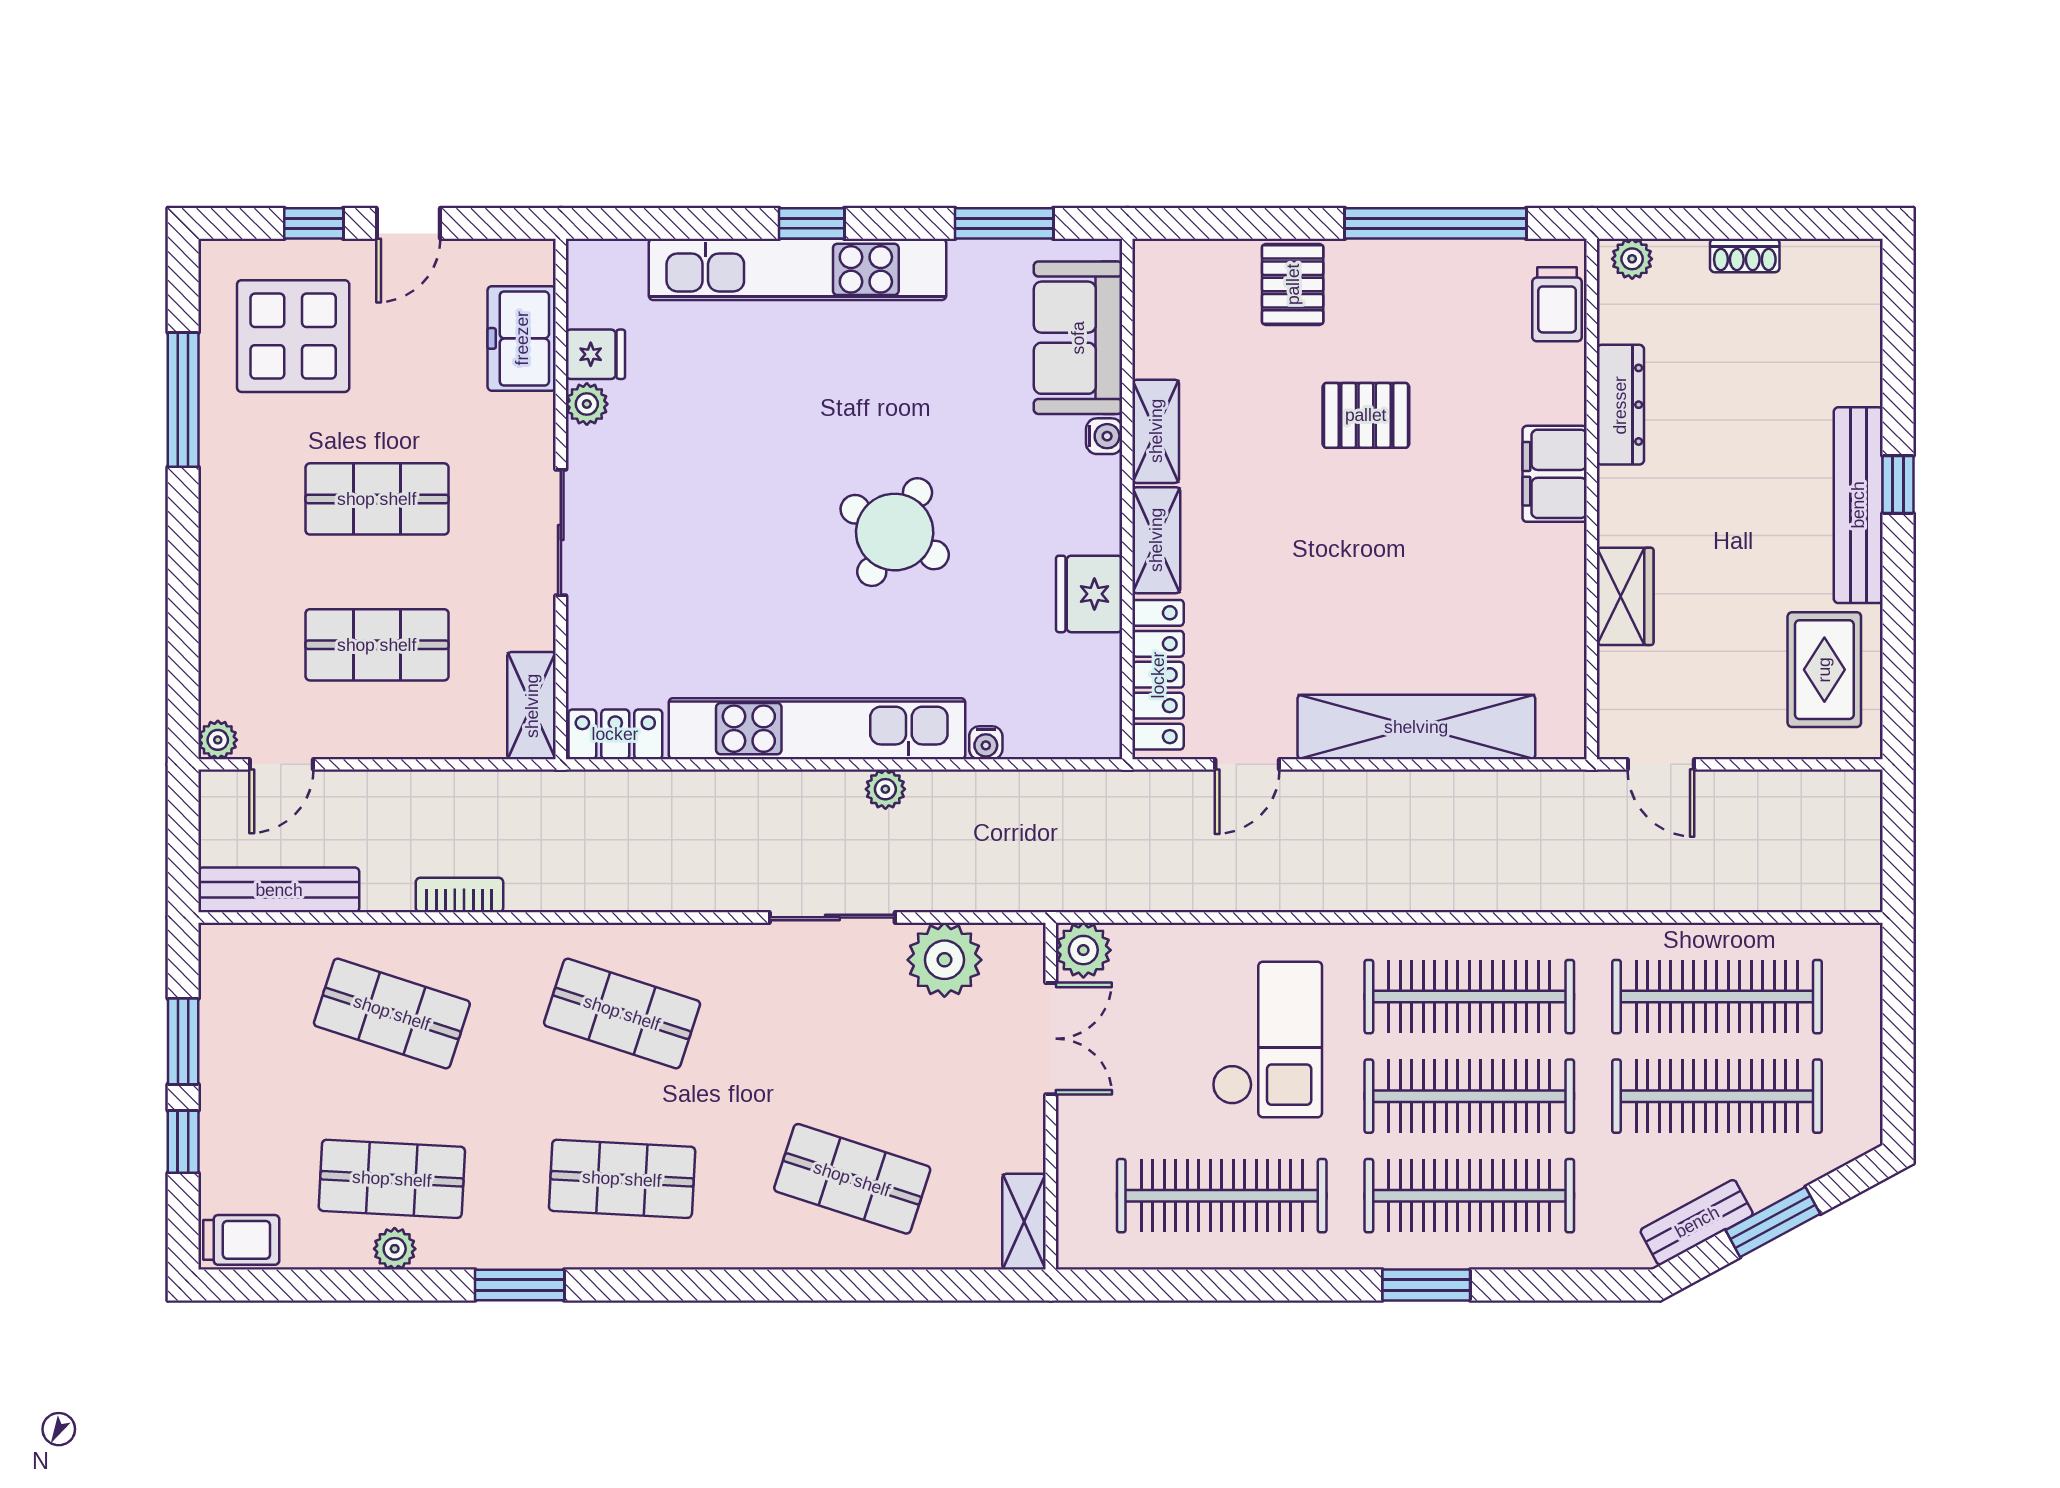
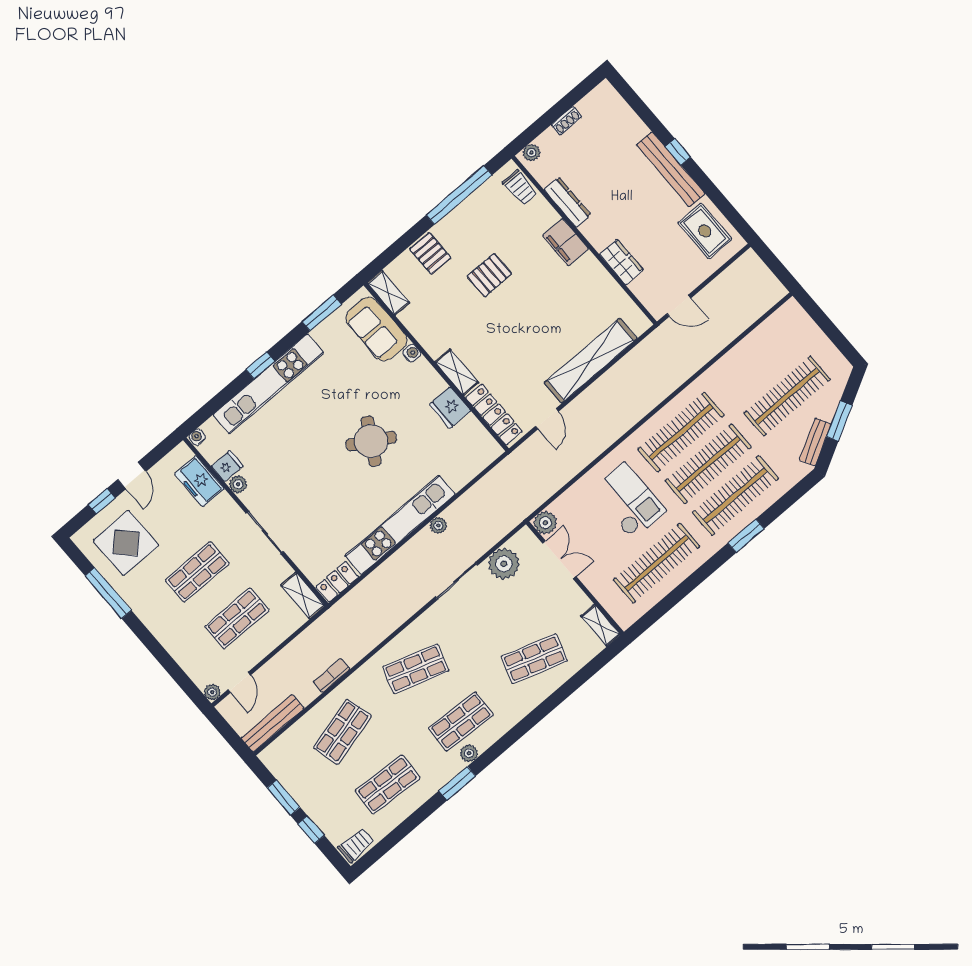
shelving: (1156, 431) -> (388, 293), moved
water cooler: (986, 743) -> (197, 437), moved, turned 180
clothes rail: (1717, 997) -> (760, 364), removed
shop shelf: (392, 1013) -> (342, 732), turned -33
plant: (395, 1249) -> (469, 753), moved

